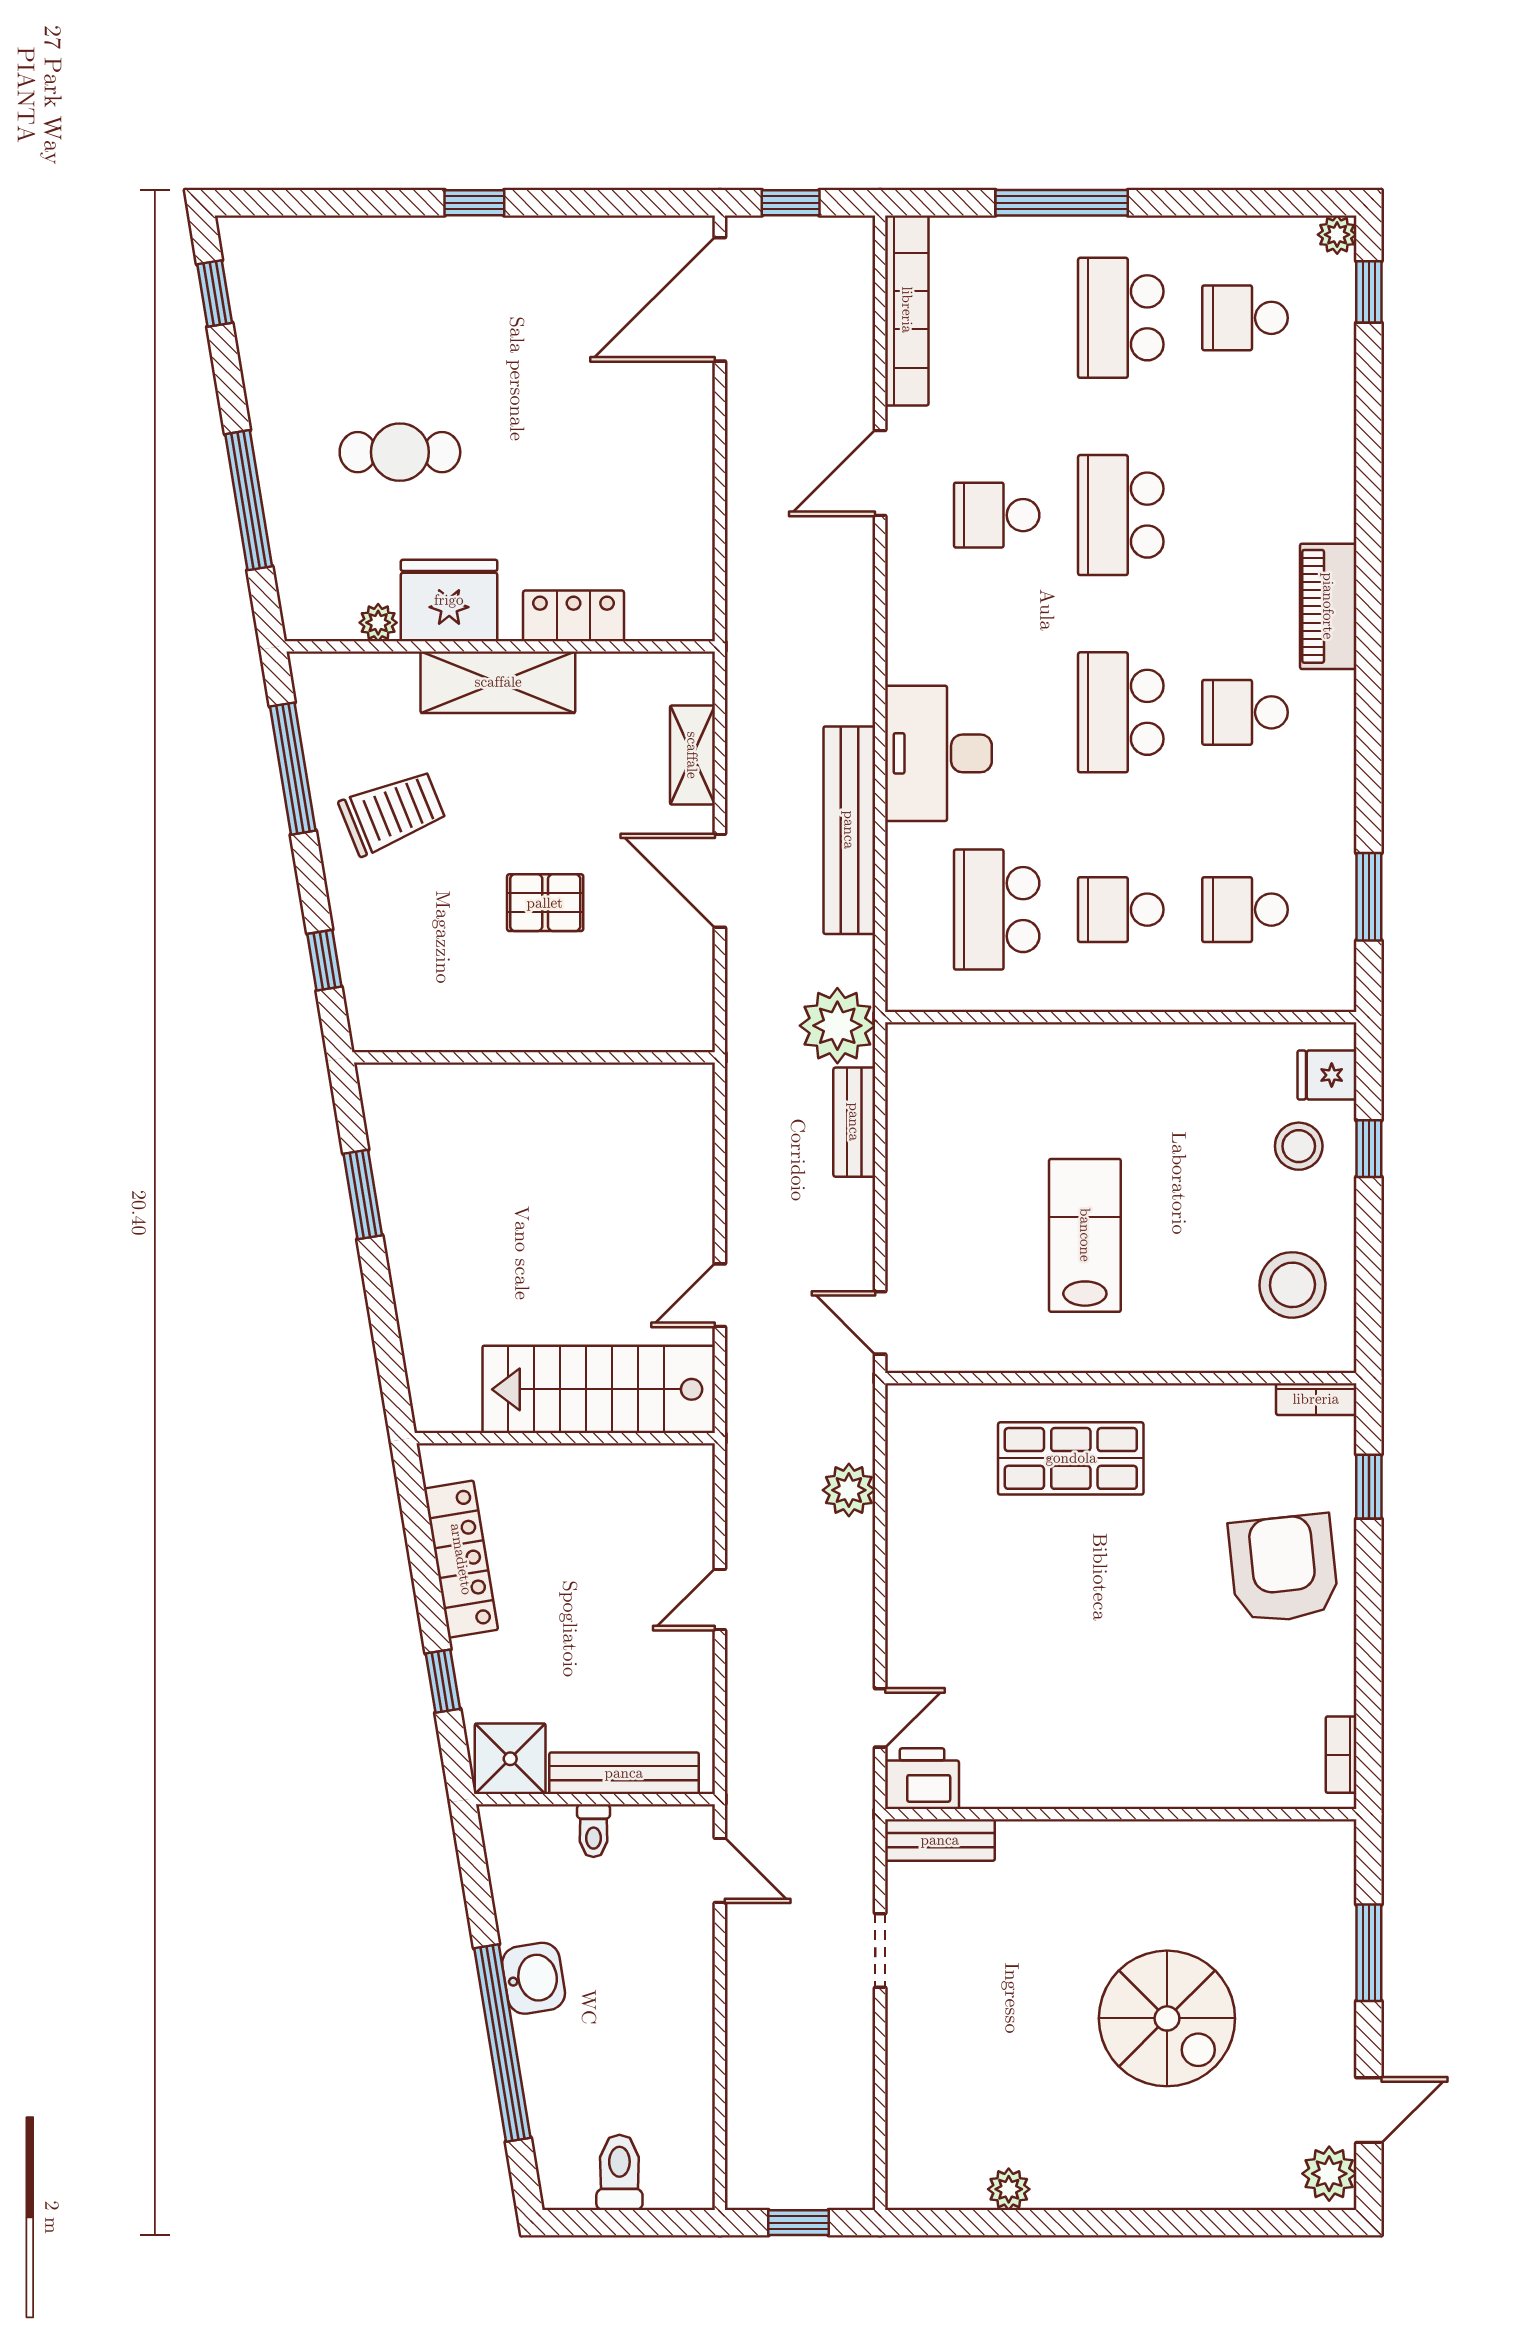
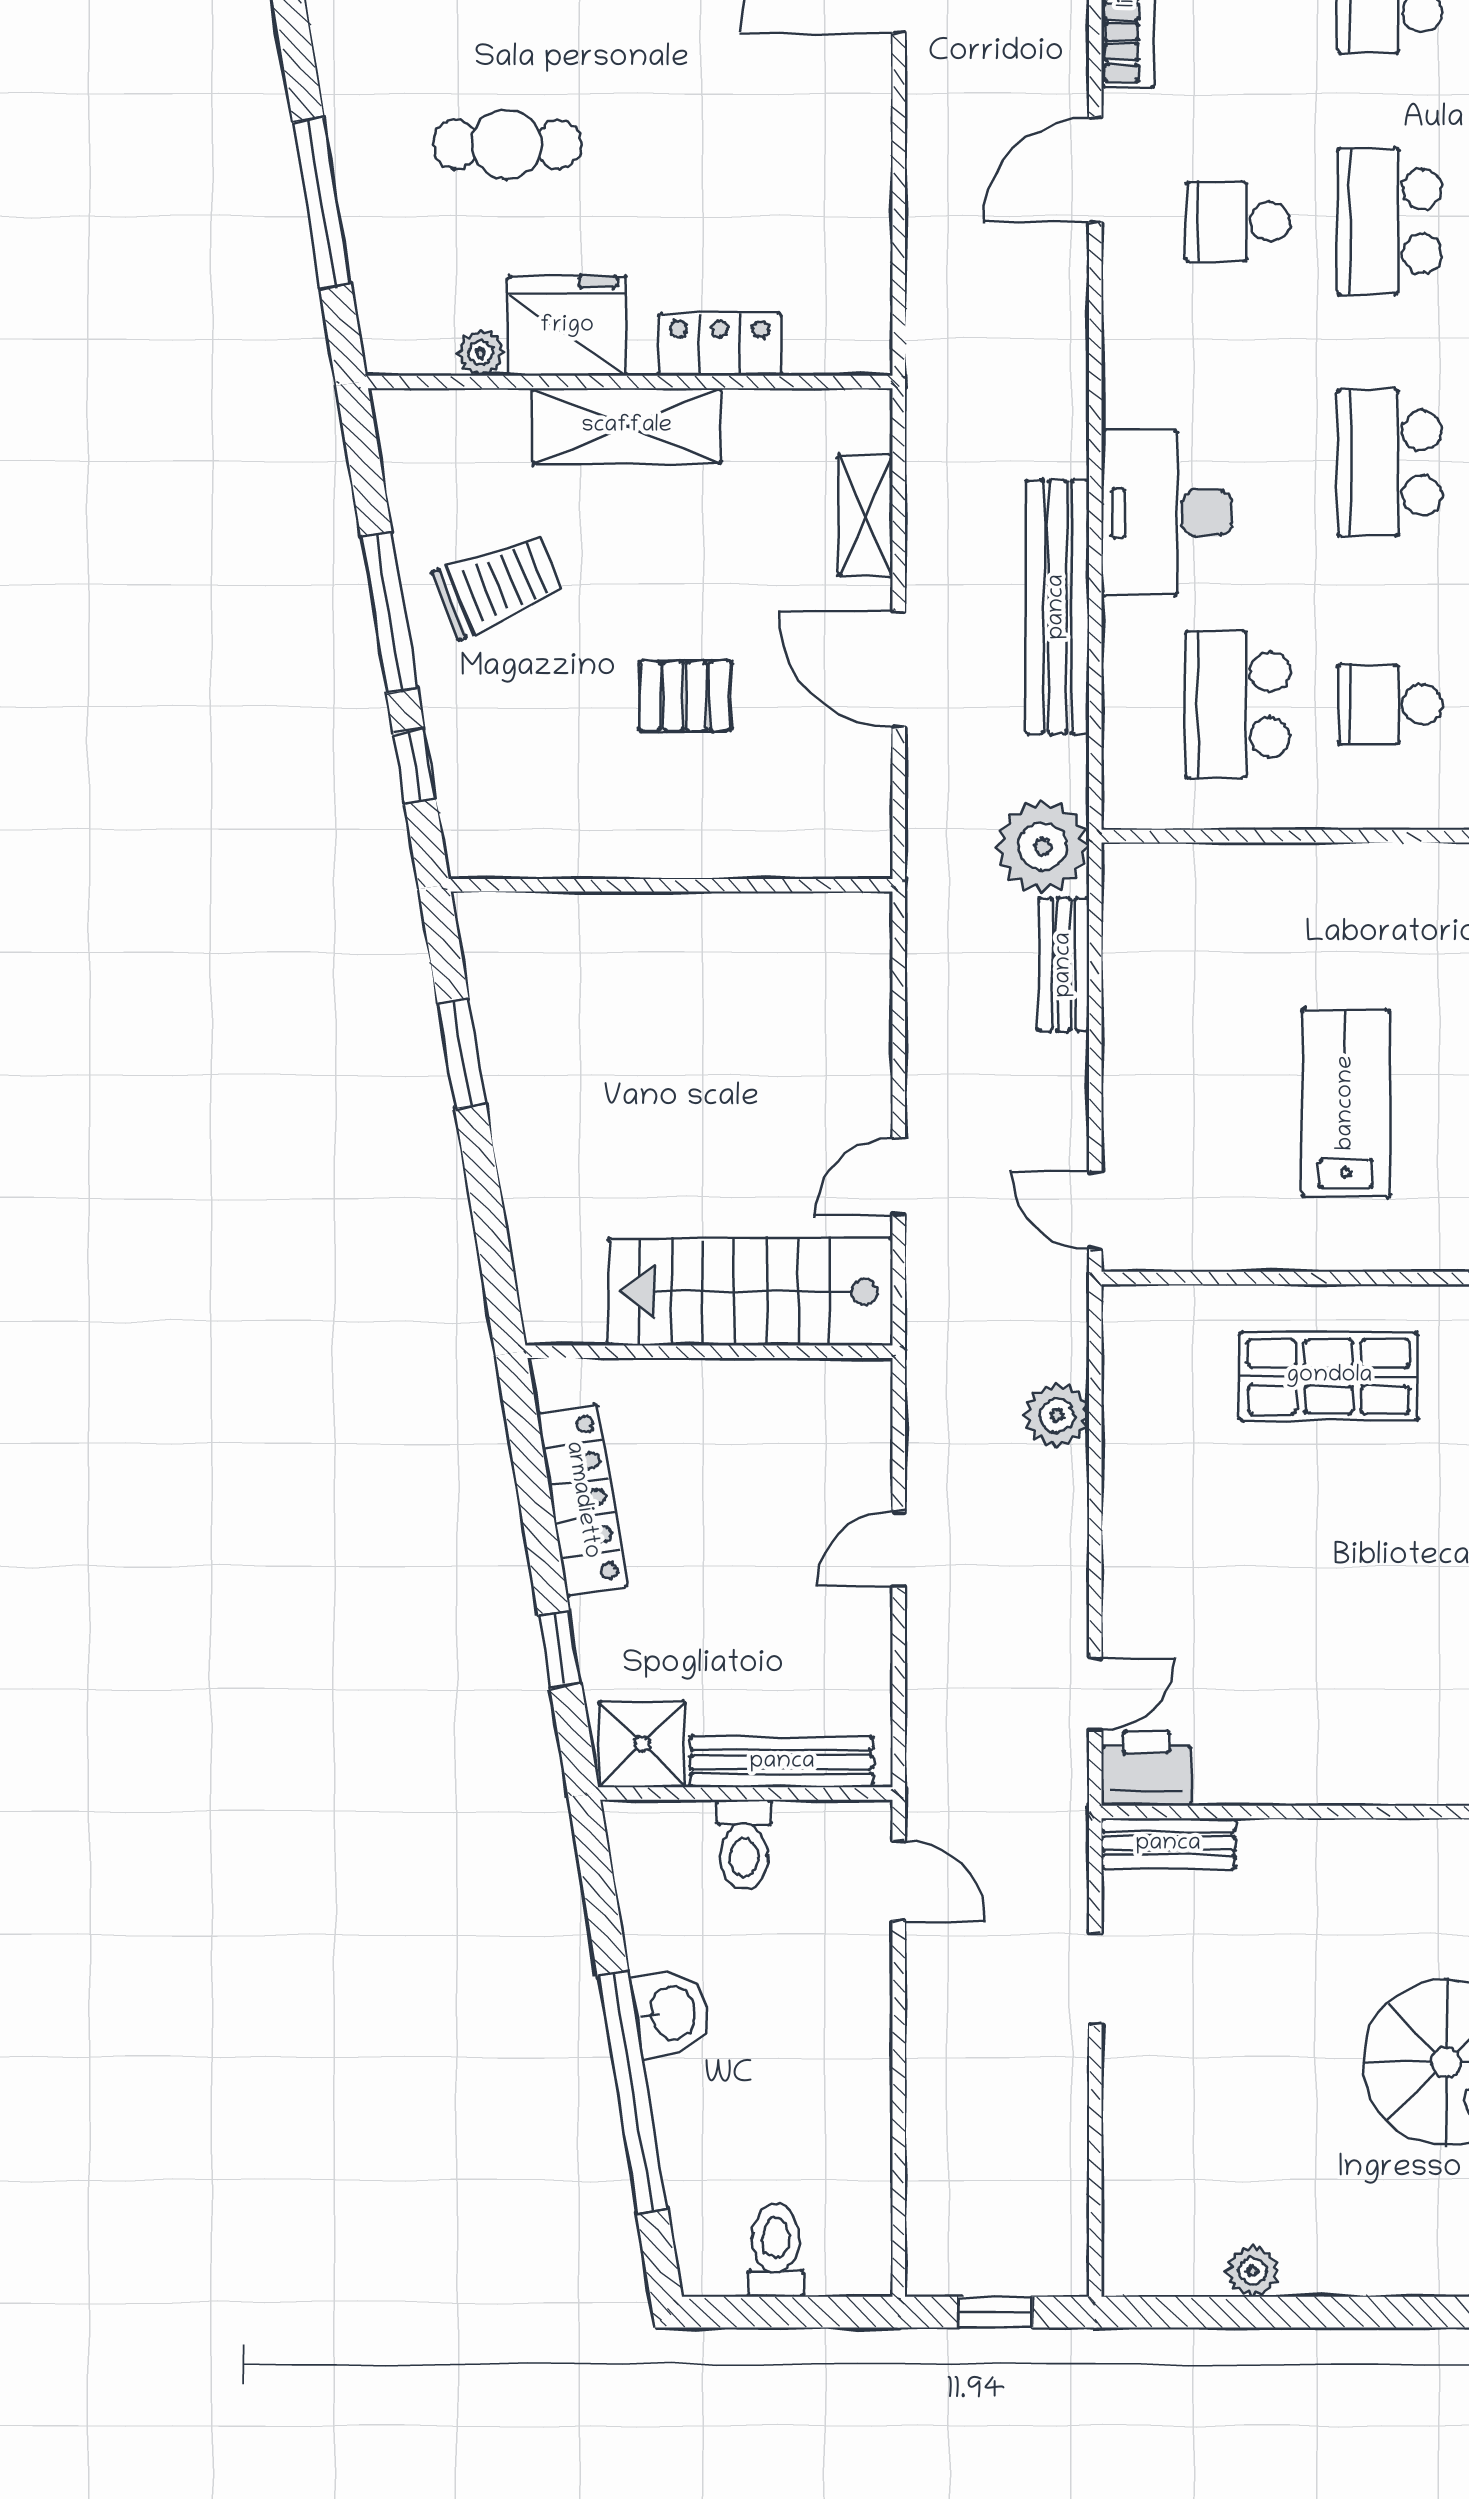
window: (293, 769) -> (389, 613), moved
toilet: (593, 1831) -> (744, 1845), width x1.37, depth x1.39

